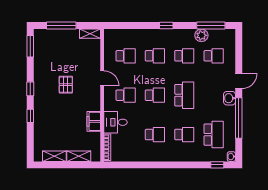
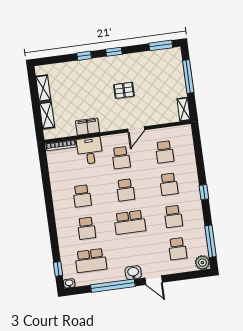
plant: (201, 35) -> (202, 263), moved

